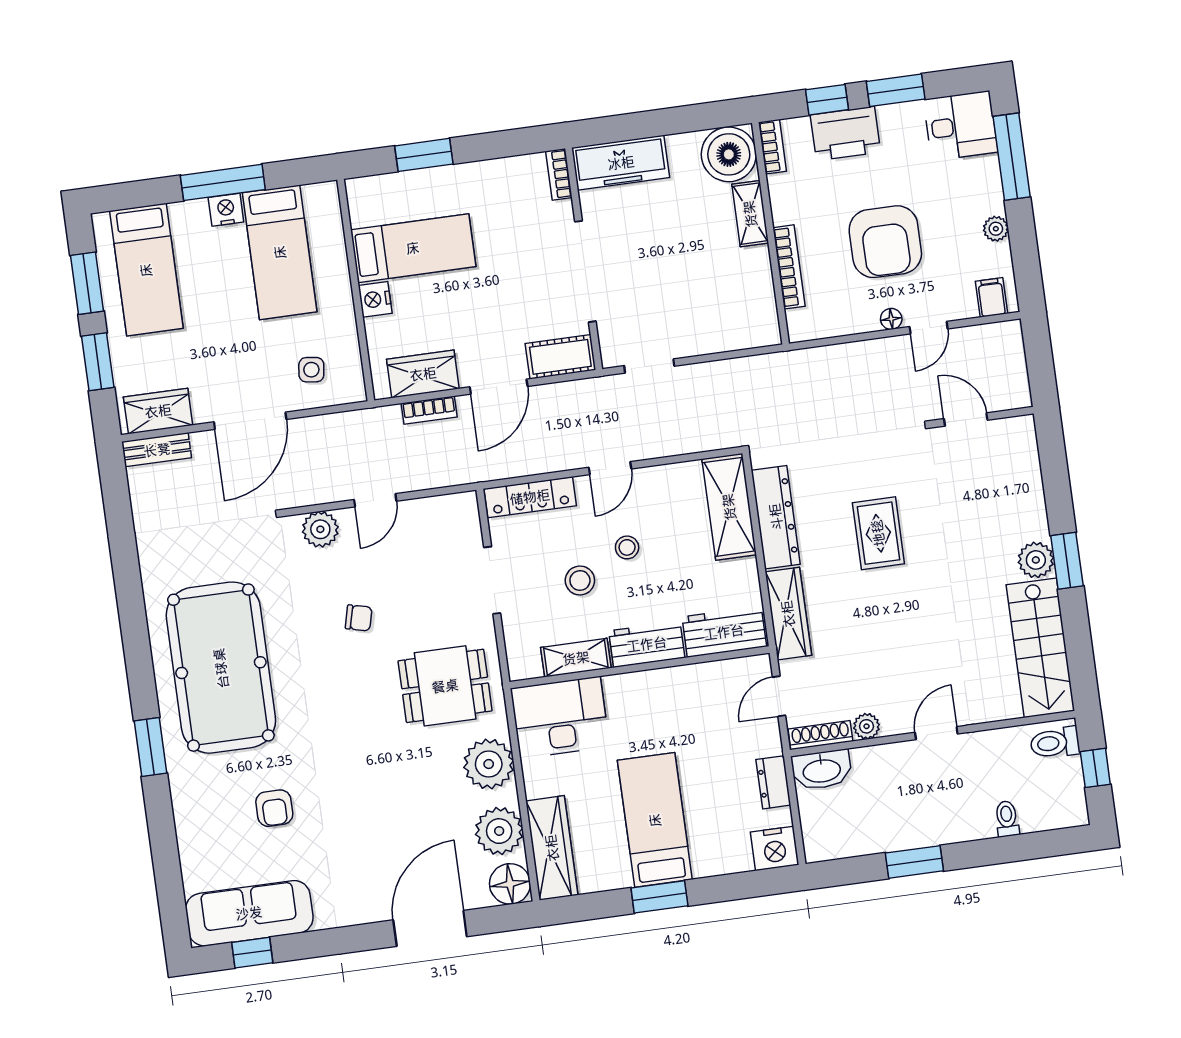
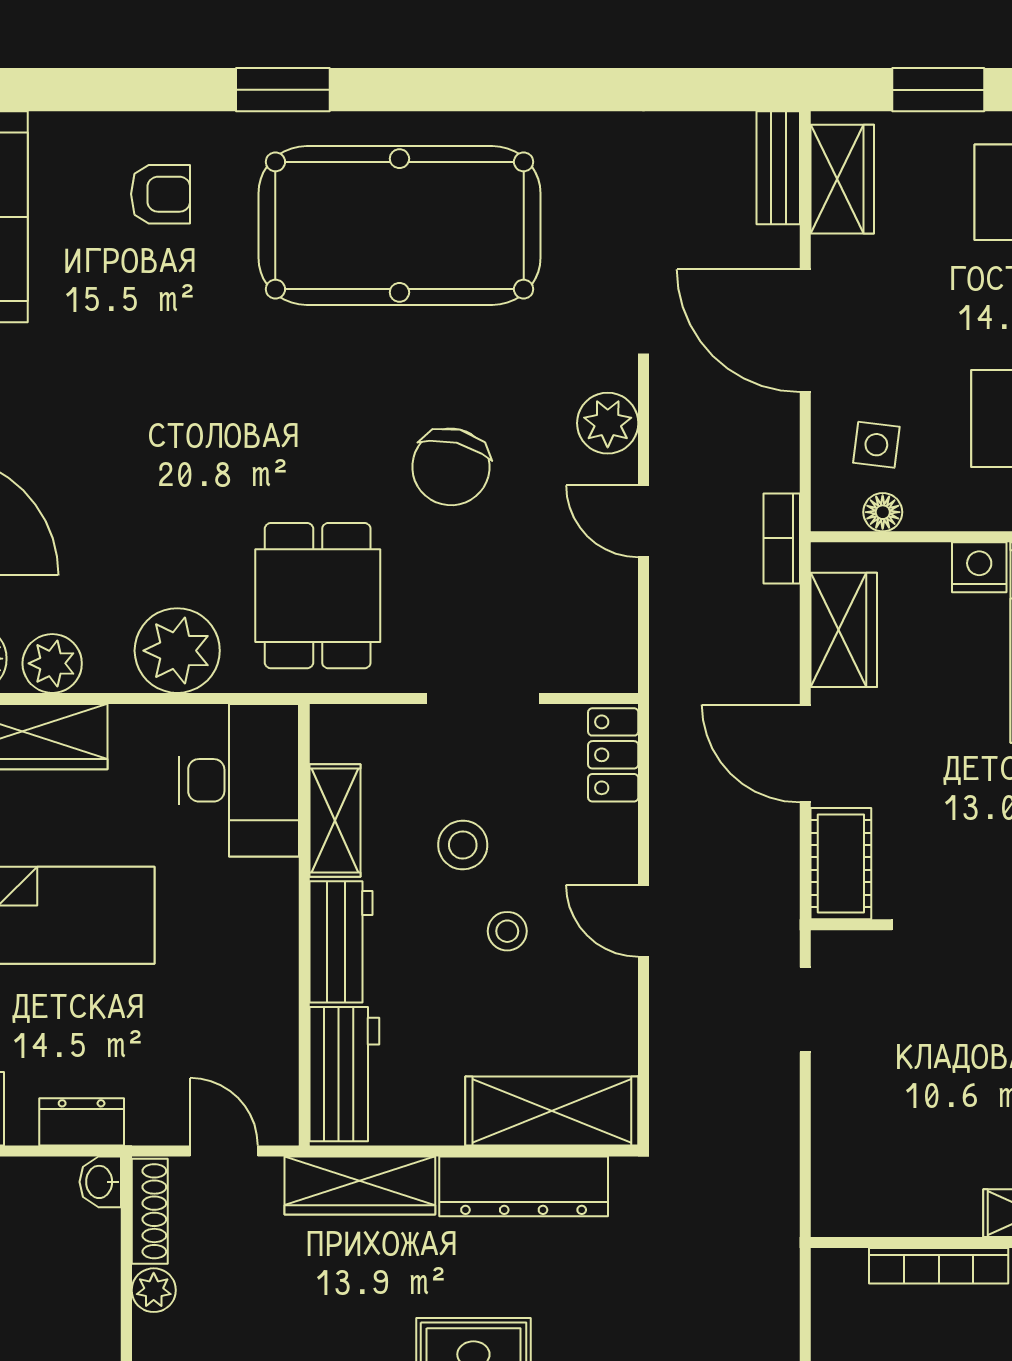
floor lamp: (351, 360) -> (883, 512), added
bookcase: (429, 410) -> (782, 538), moved
locker: (530, 497) -> (613, 755), width x0.66
chair: (359, 618) -> (451, 467), width x1.87, depth x1.87
washbasin: (822, 770) -> (100, 1182), width x0.52, depth x0.69
armchair: (274, 808) -> (161, 194), moved, turned 180
plant: (499, 831) -> (52, 663), width x0.73, depth x0.73

